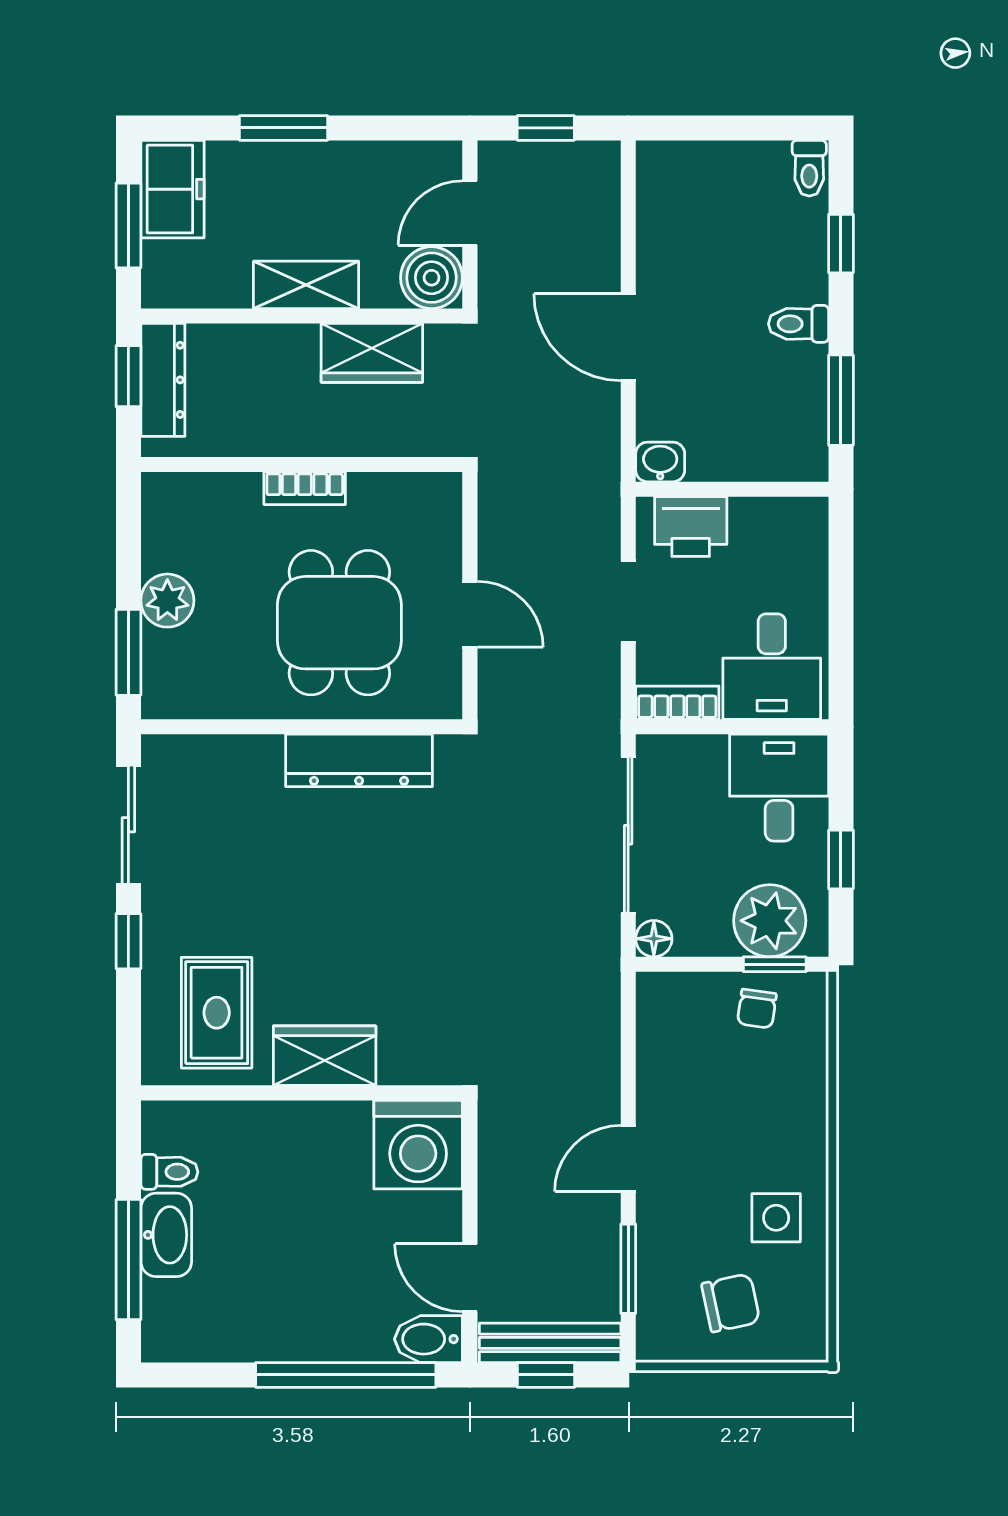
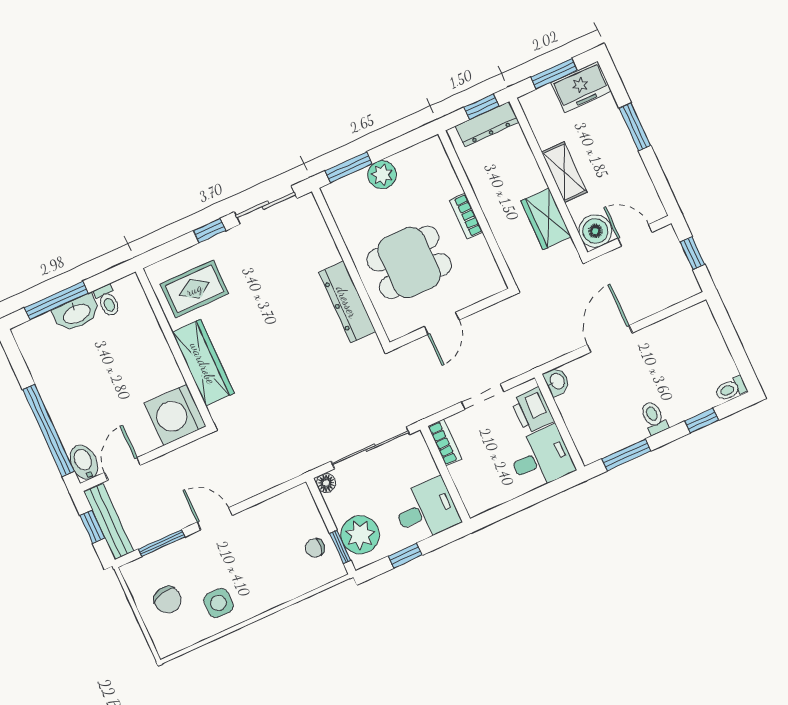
desk: (772, 667) -> (541, 458), moved, turned 180
wardrobe: (325, 1056) -> (203, 363), width x1.50

